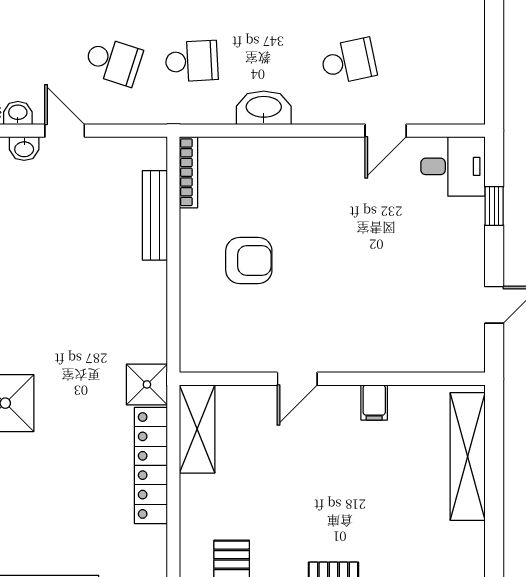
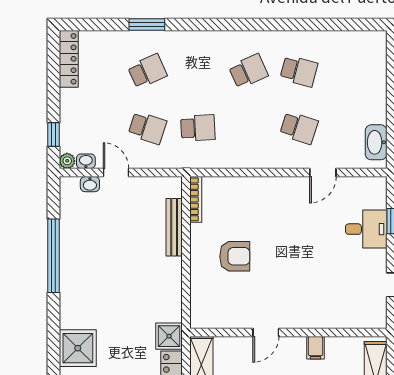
school desk: (348, 61) -> (299, 128), turned 30
washbasin: (264, 108) -> (376, 142), moved, turned -90
desk: (453, 166) -> (366, 229), moved

